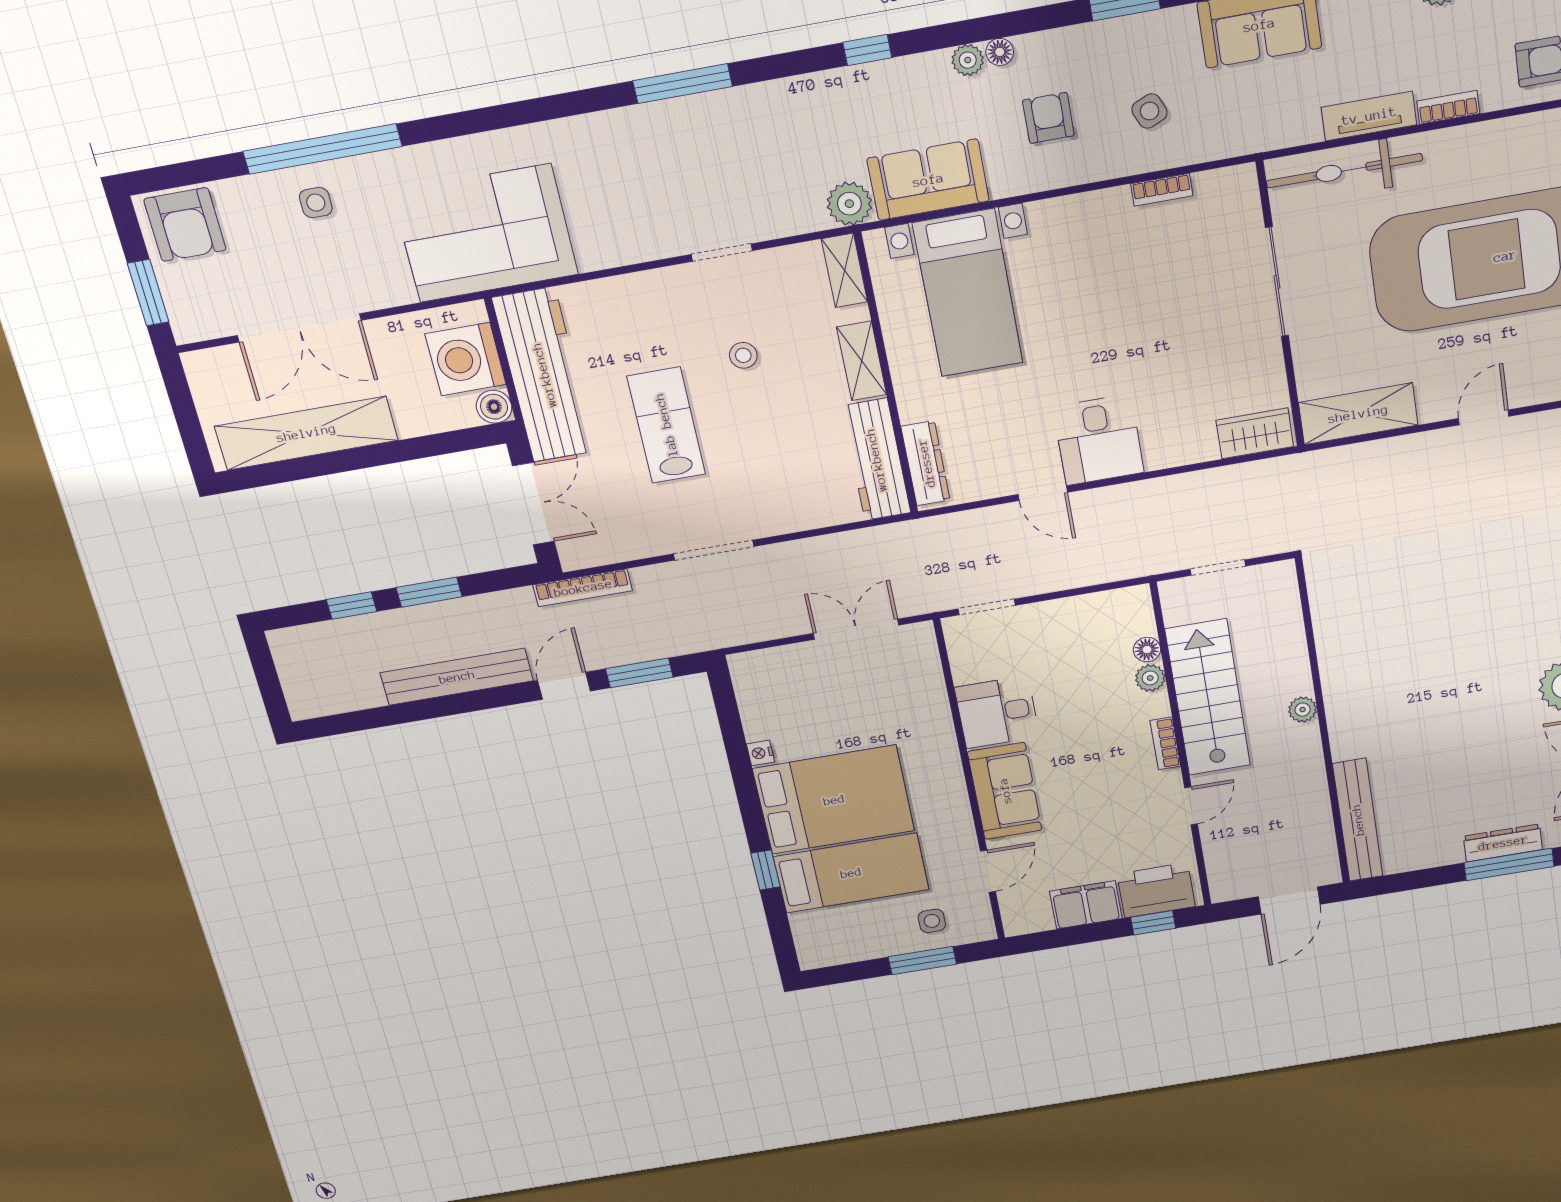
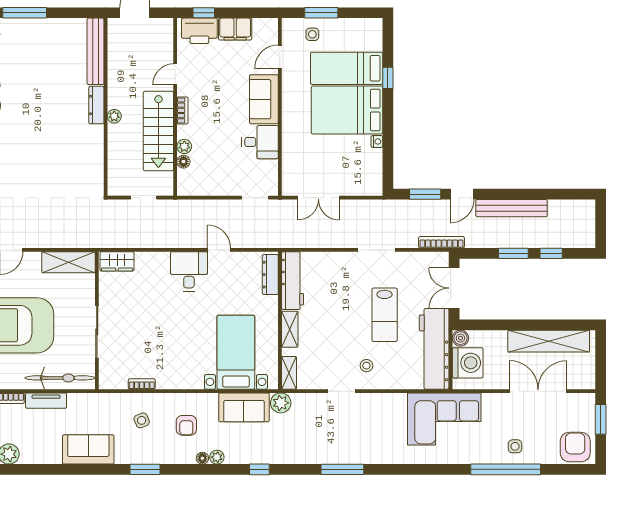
stool: (743, 355) -> (366, 366), moved
dresser: (1503, 843) -> (96, 105), moved, turned 90

